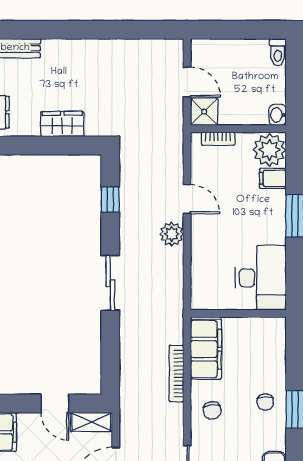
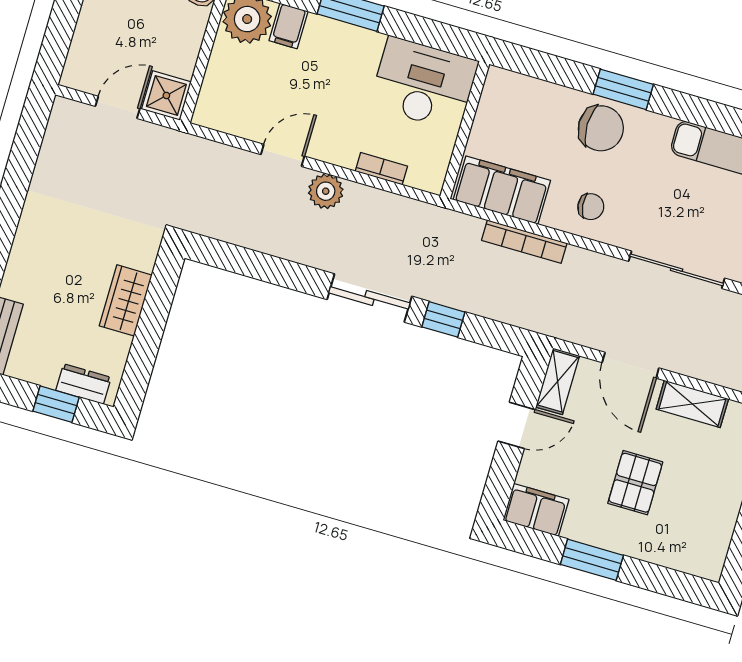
bookcase: (218, 139) -> (381, 169), moved, turned -90
window: (110, 200) -> (443, 319), moved
chair: (265, 402) -> (601, 128), width x1.87, depth x1.87

